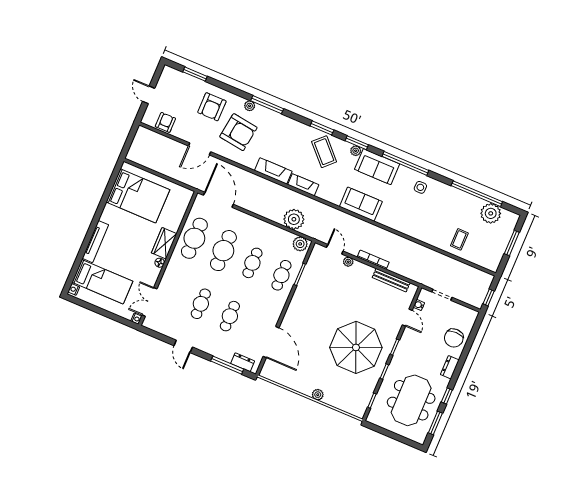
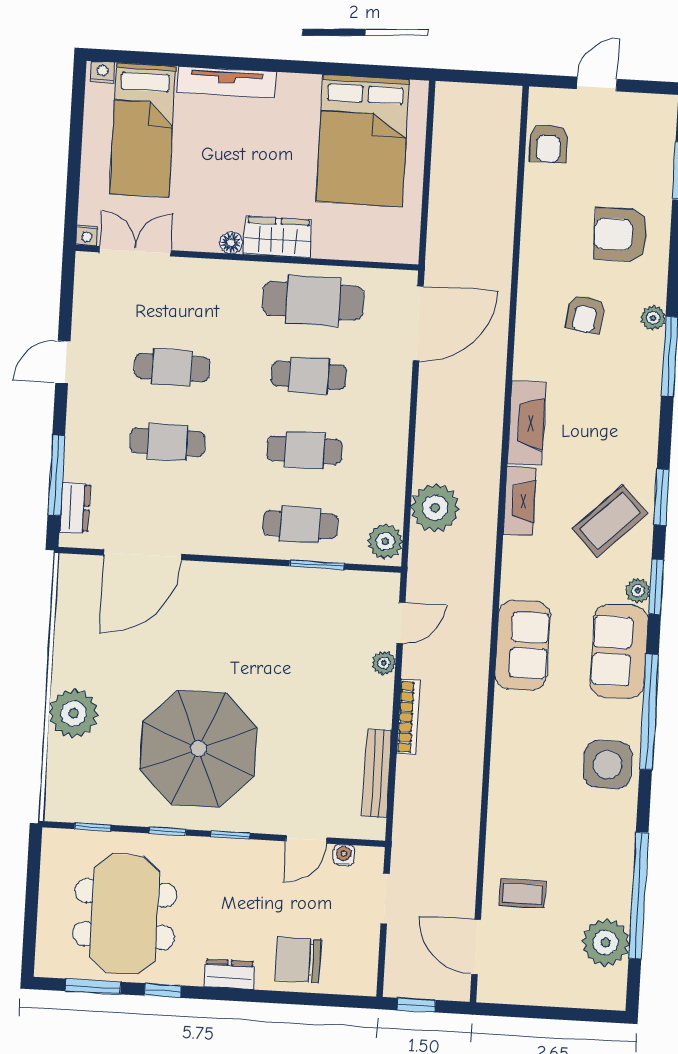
armchair: (165, 122) -> (549, 143), turned 90
armchair: (238, 132) -> (585, 314), width x0.53, depth x0.53
door: (200, 149) -> (476, 947), moved
side table: (420, 187) -> (608, 765), width x1.87, depth x1.87
window: (512, 243) -> (556, 1013), removed
cafe table: (223, 251) -> (309, 375), width x0.73, depth x0.74
plant: (318, 395) -> (74, 713), width x1.88, depth x1.88
meeting table: (411, 400) -> (125, 914), turned 90

